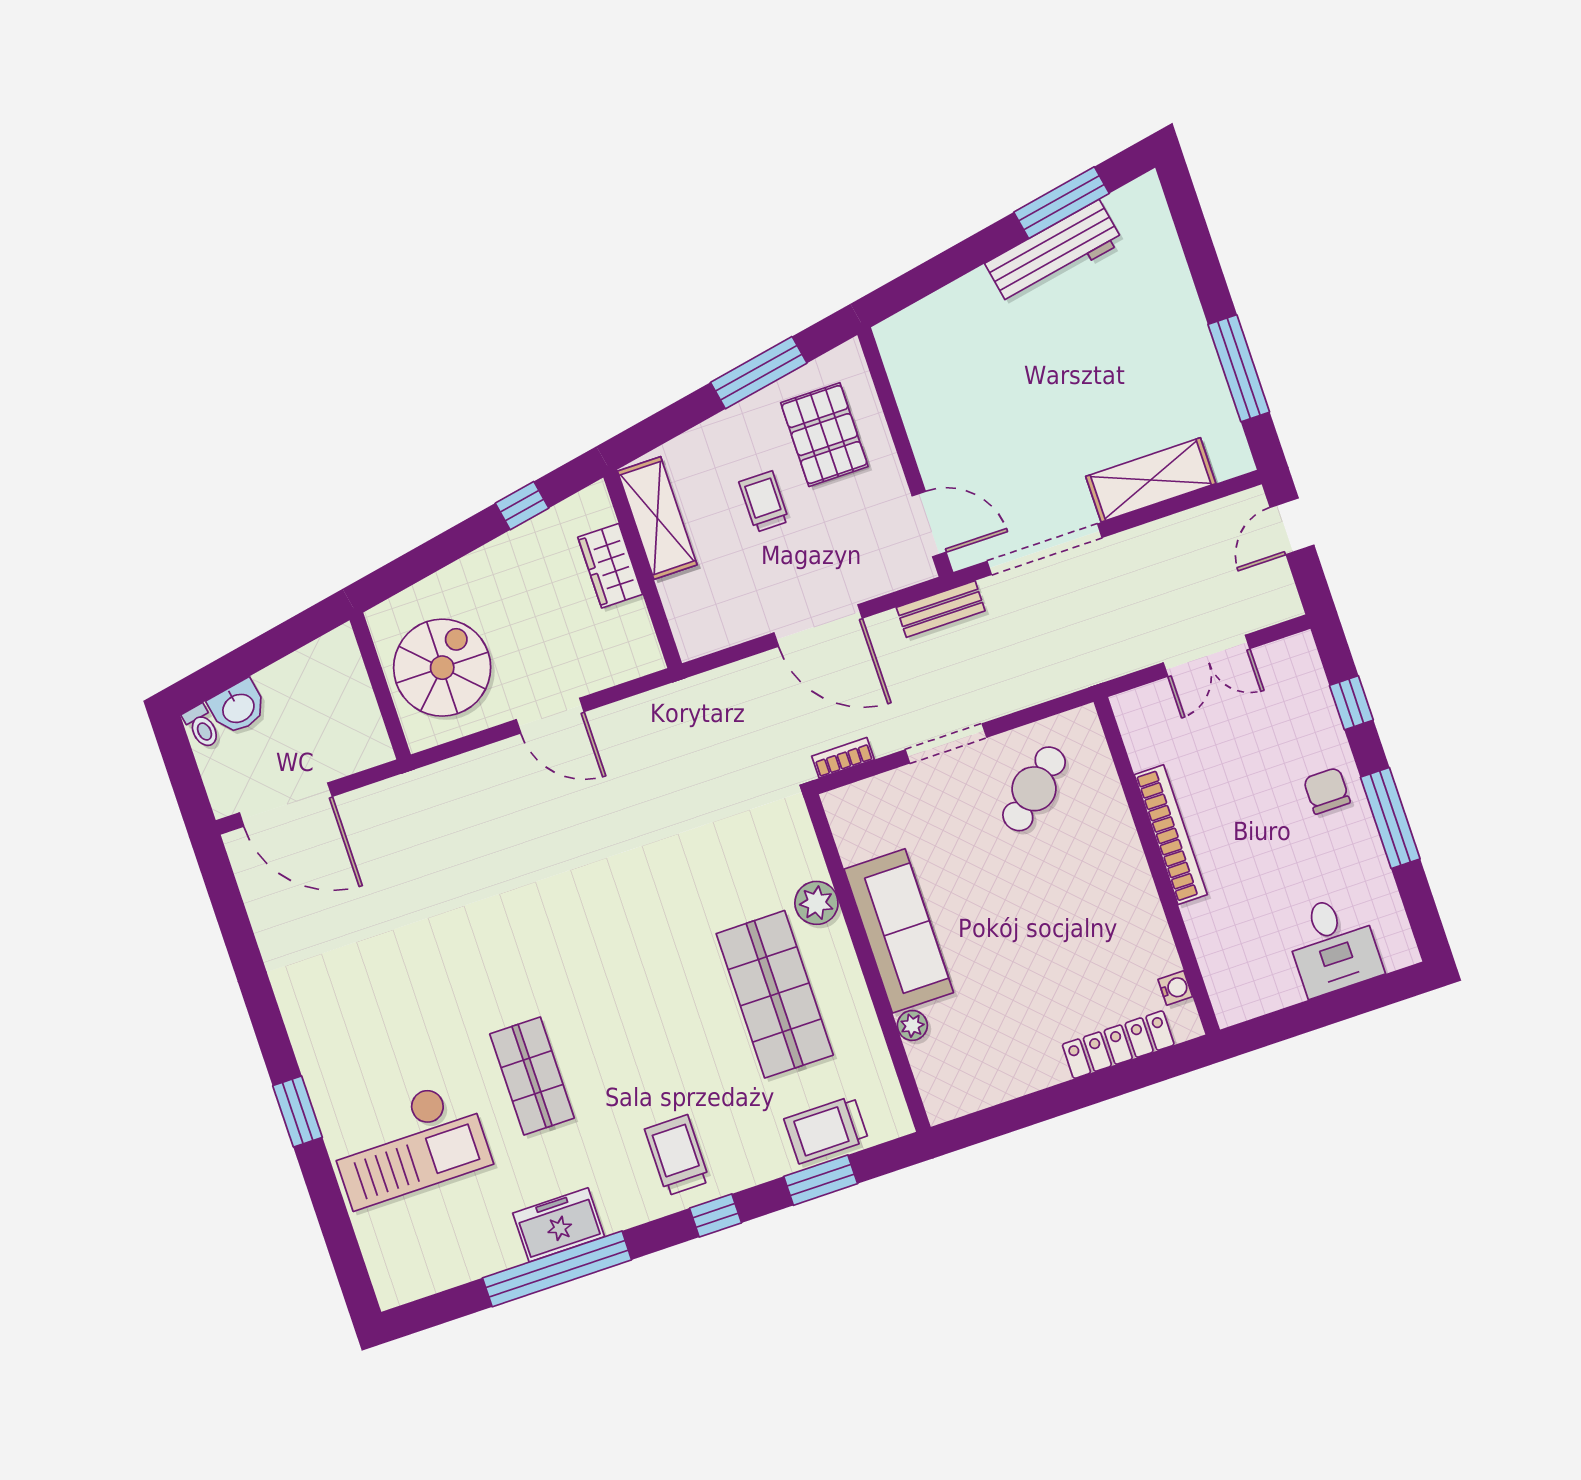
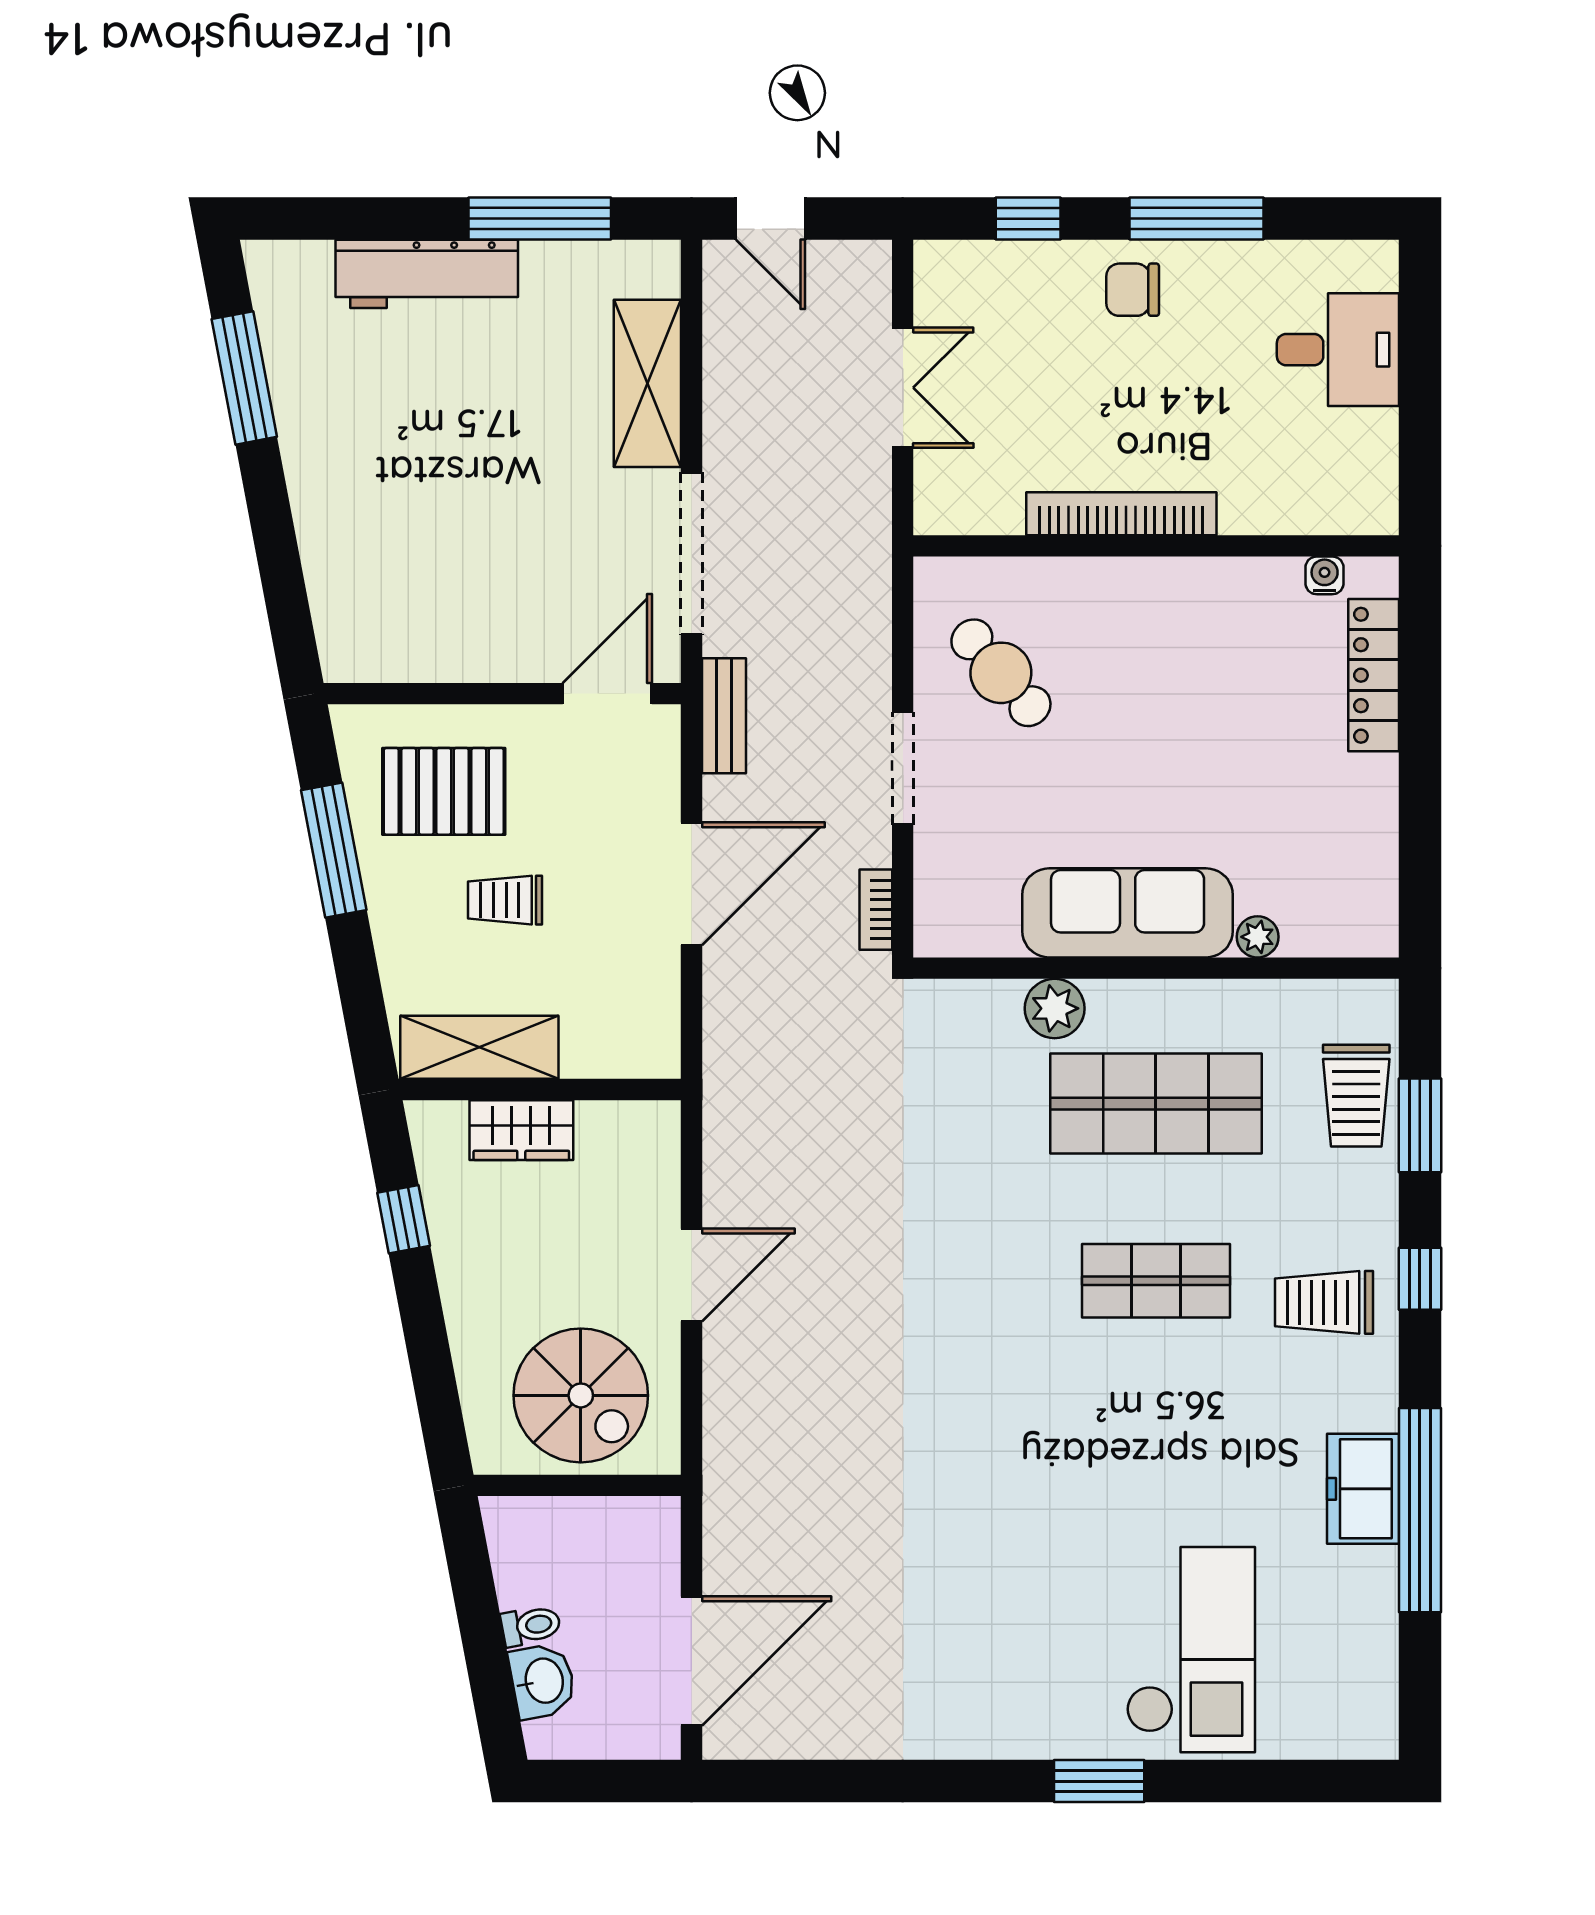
workbench: (1054, 253) -> (427, 274), moved, turned 101
spiral stairs: (442, 668) -> (581, 1395), turned 180
toilet: (202, 727) -> (531, 1626), moved
shop shelf: (532, 1076) -> (1156, 1281), moved

